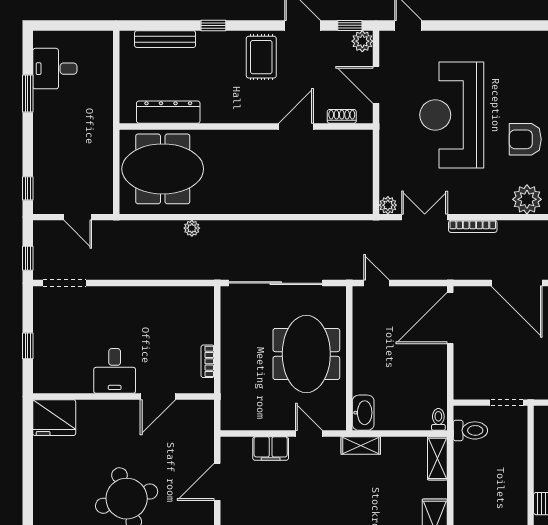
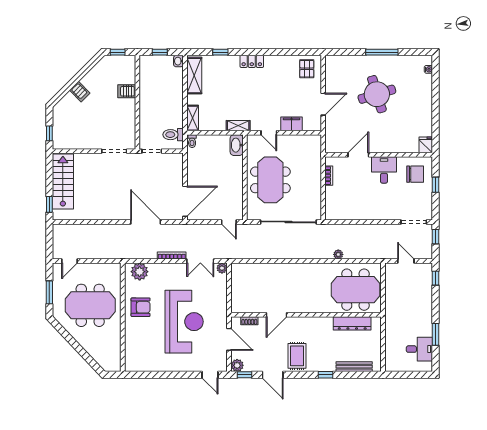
chair: (62, 364) -> (415, 174), added
fridge: (54, 418) -> (426, 145), width x0.53, depth x0.75

